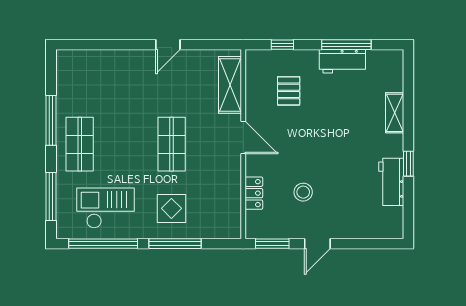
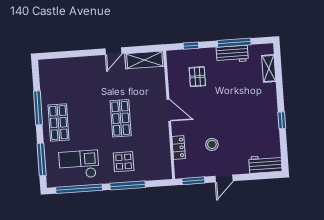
shelving: (230, 85) -> (145, 60), moved, turned 90
shelving: (395, 113) -> (269, 68), moved
workbench: (391, 182) -> (265, 164), moved, turned 90

